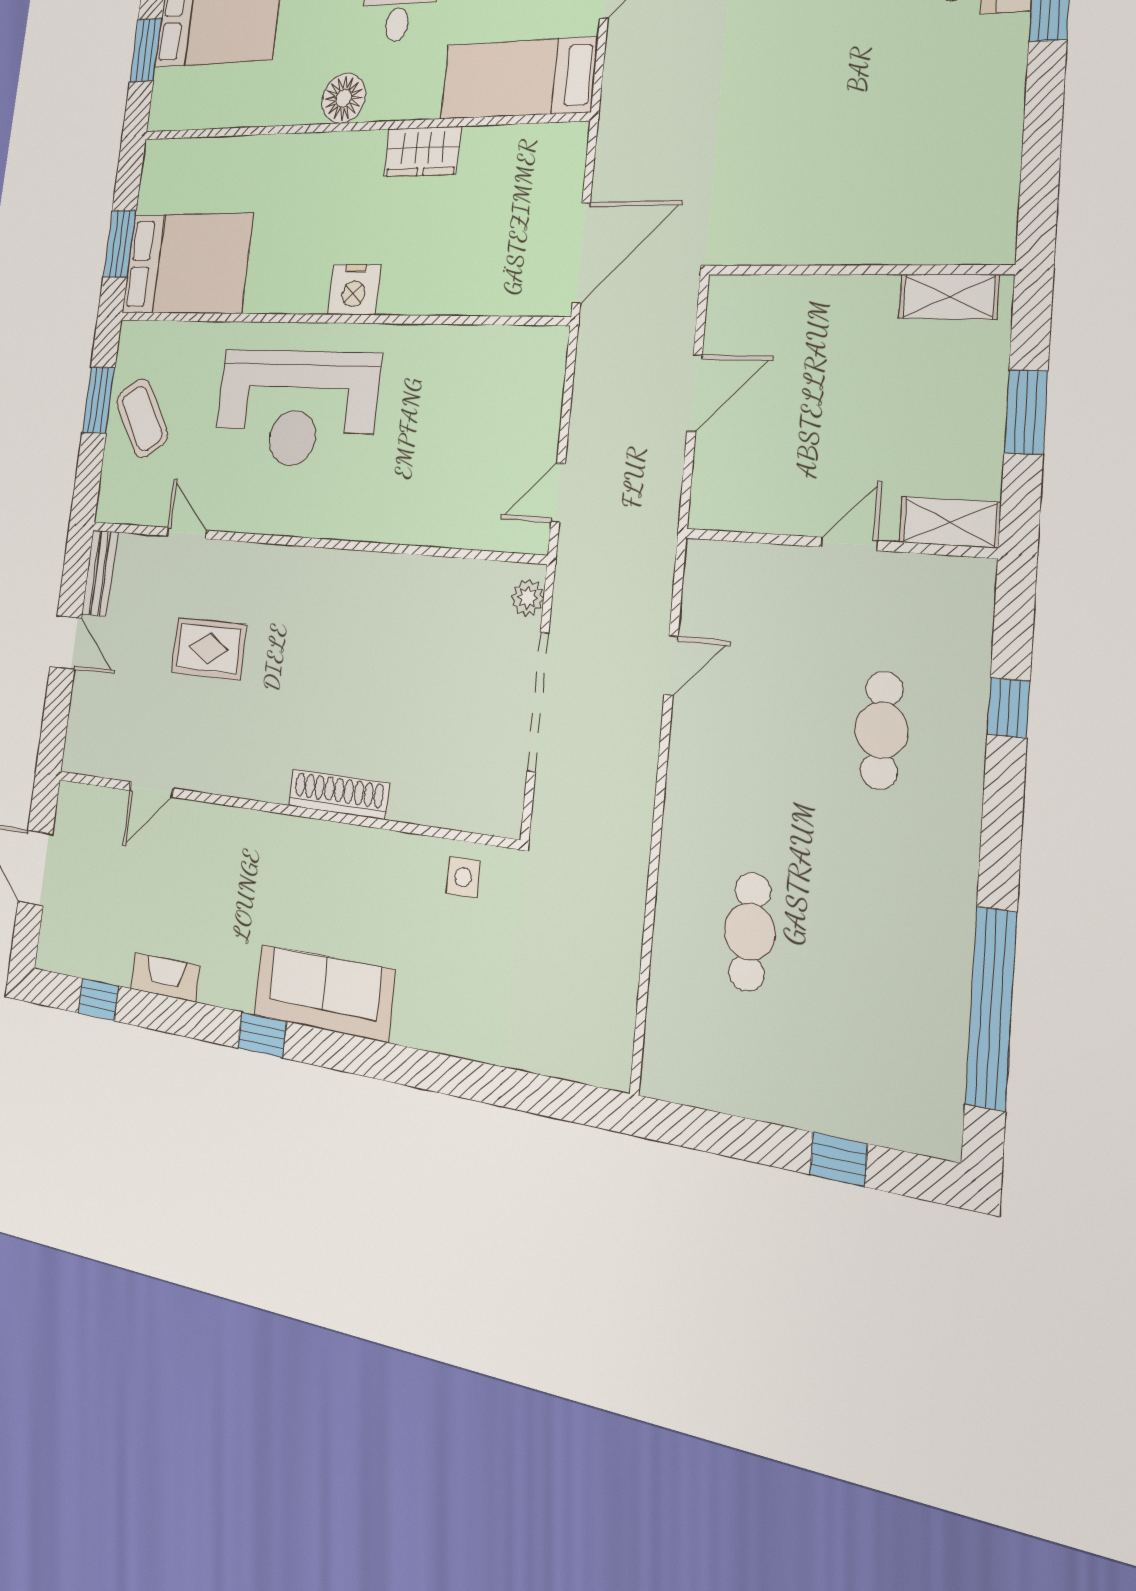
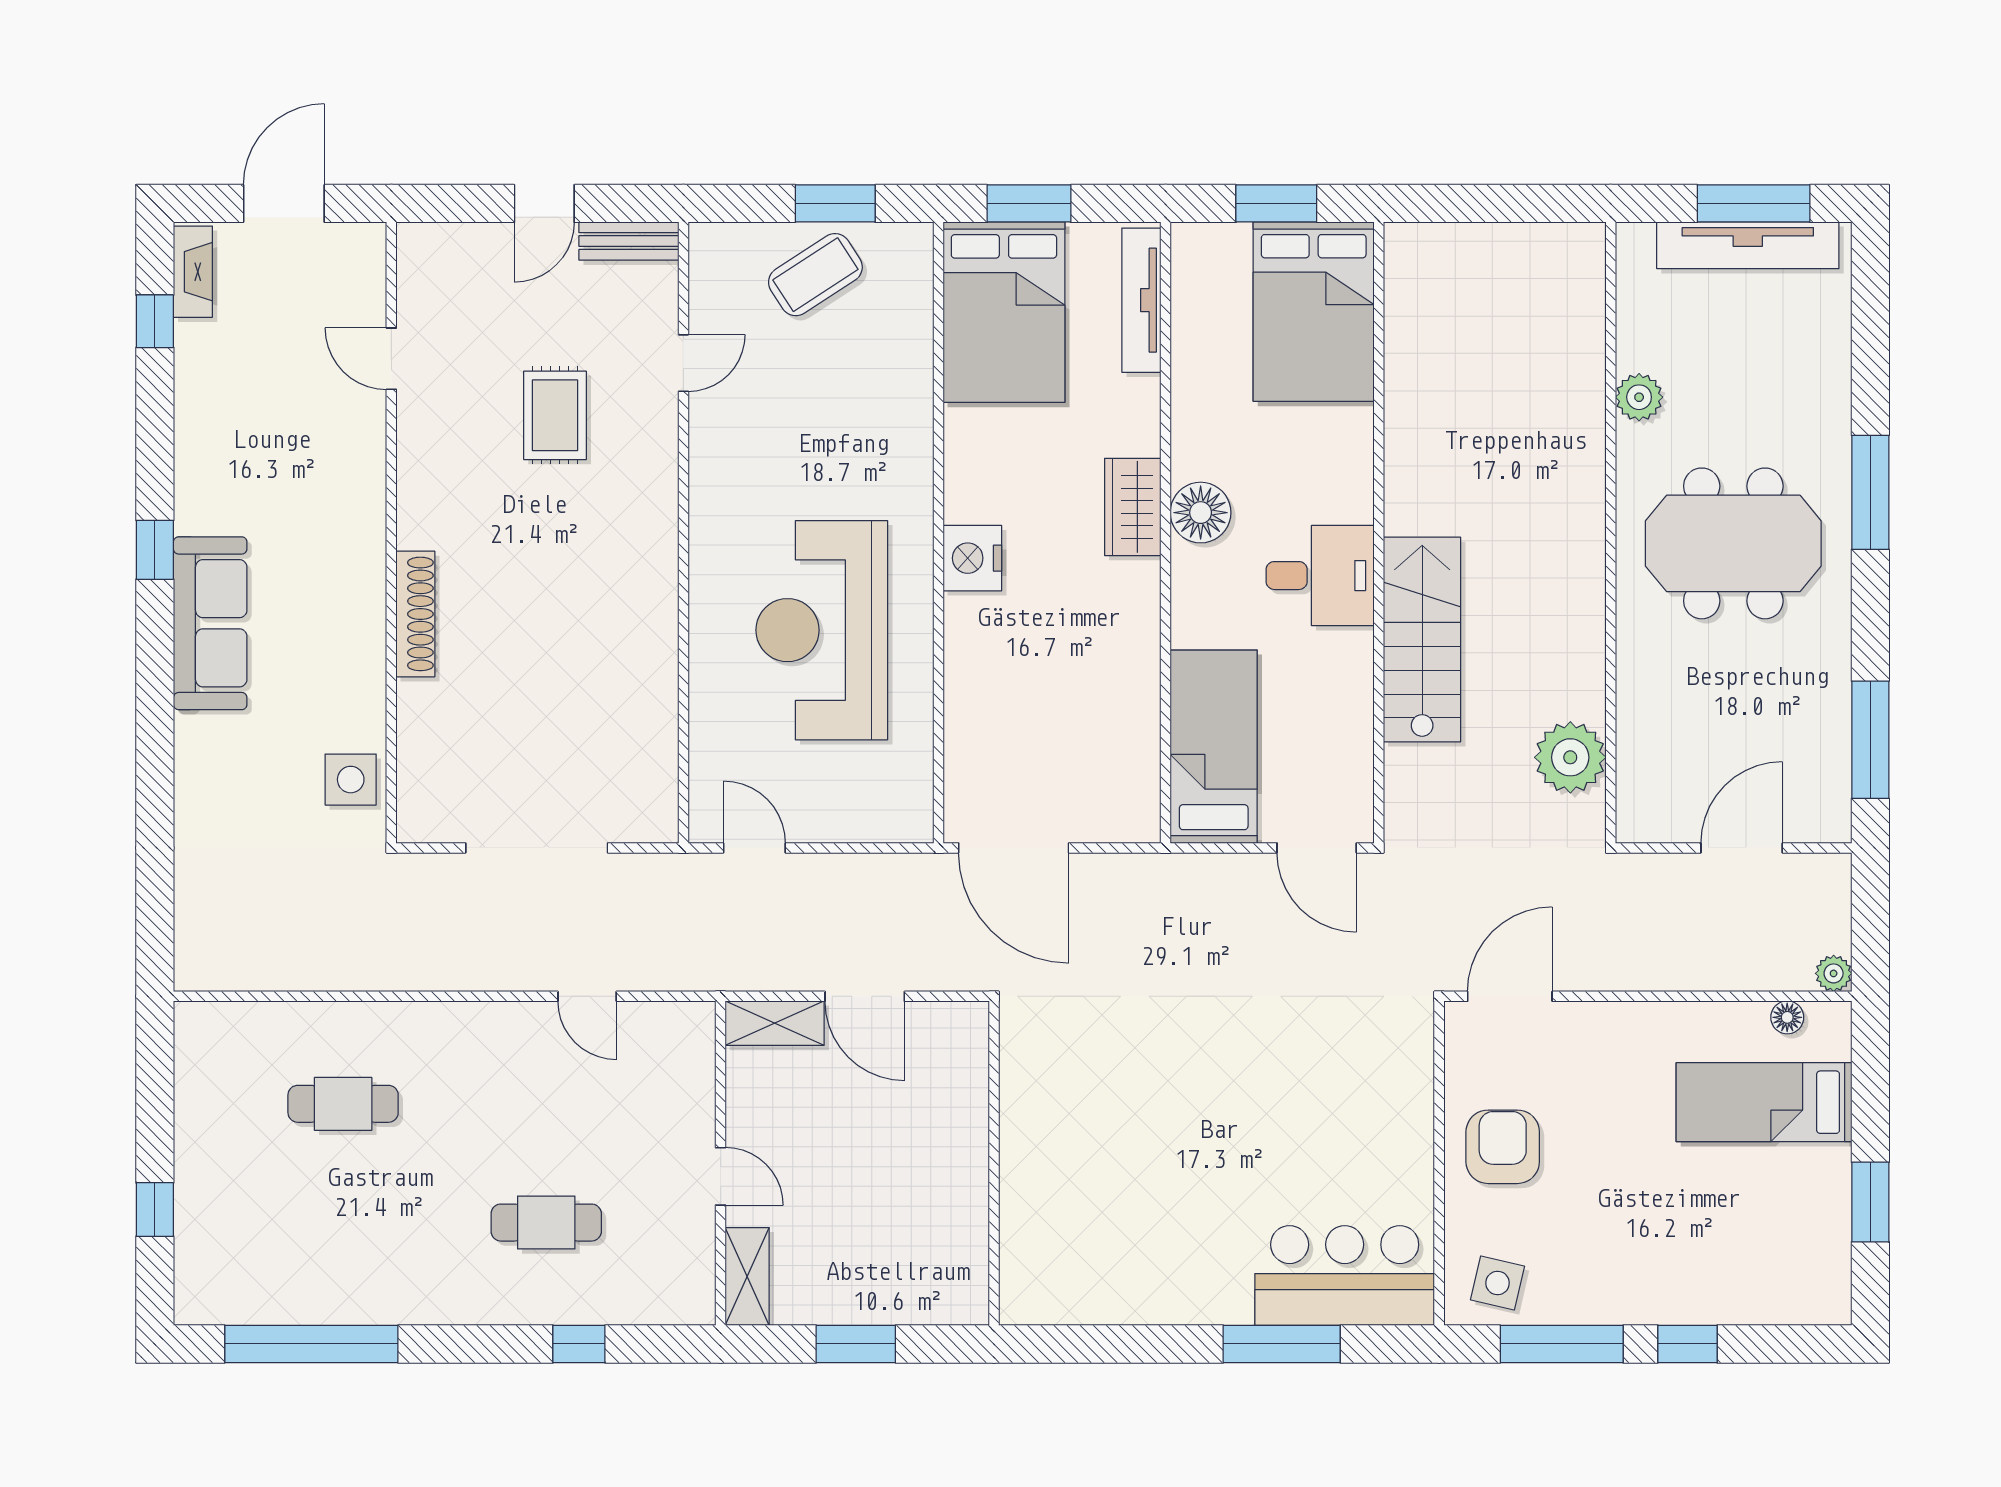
wardrobe: (422, 152) -> (1133, 507), moved
tv unit: (194, 153) -> (1141, 300), added
shelving: (949, 297) -> (775, 1023), moved, turned 90
reception desk: (296, 408) -> (822, 630), moved
plant: (528, 598) -> (642, 824), removed
side table: (463, 877) -> (351, 780), width x1.37, depth x1.37
fireplace: (165, 977) -> (193, 272), moved

